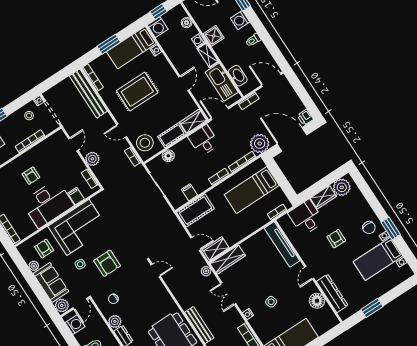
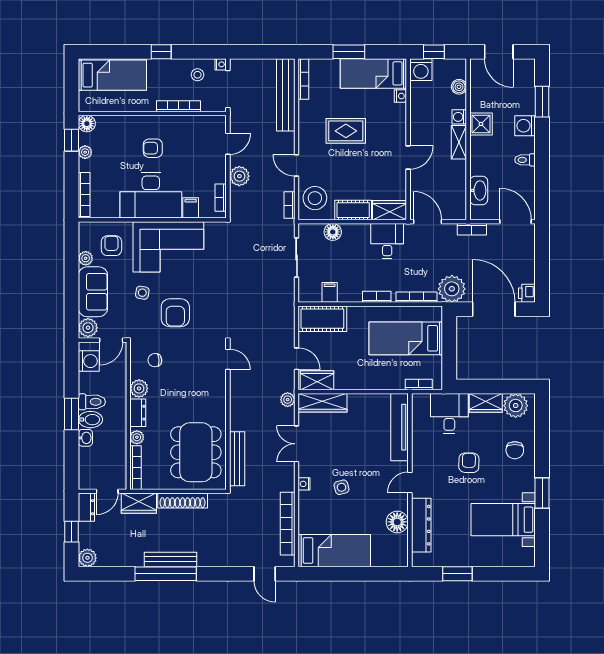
kitchen sink: (222, 82) -> (454, 186), removed
rug: (137, 92) -> (346, 131), width x0.73, depth x0.70
armchair: (31, 176) -> (153, 148), turned 90
chair: (369, 228) -> (515, 450), moved

